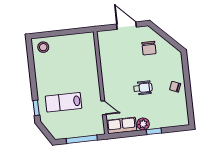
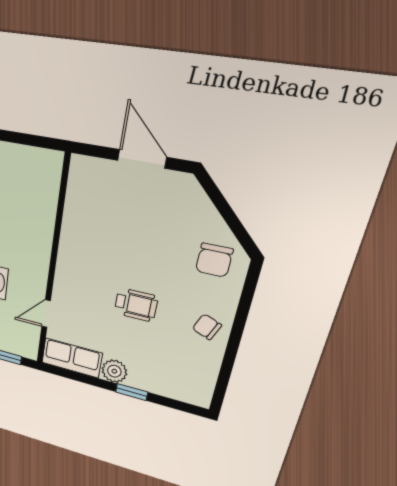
chair: (149, 48) -> (214, 260), moved
door: (104, 108) -> (46, 314), swing flipped

